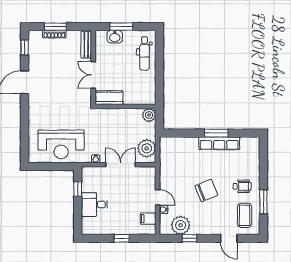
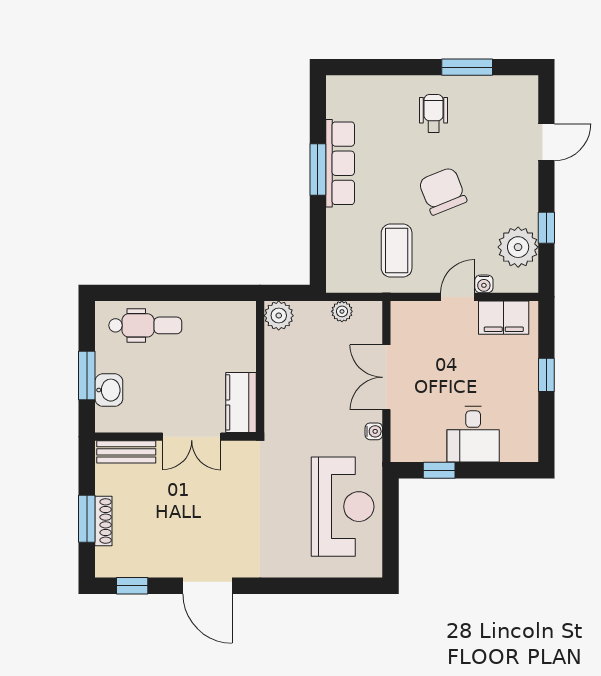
plant: (147, 148) -> (342, 311), width x0.53, depth x0.53
coffee table: (245, 215) -> (397, 251), moved, turned 90
filing cabinet: (148, 219) -> (504, 318), width x2.00

